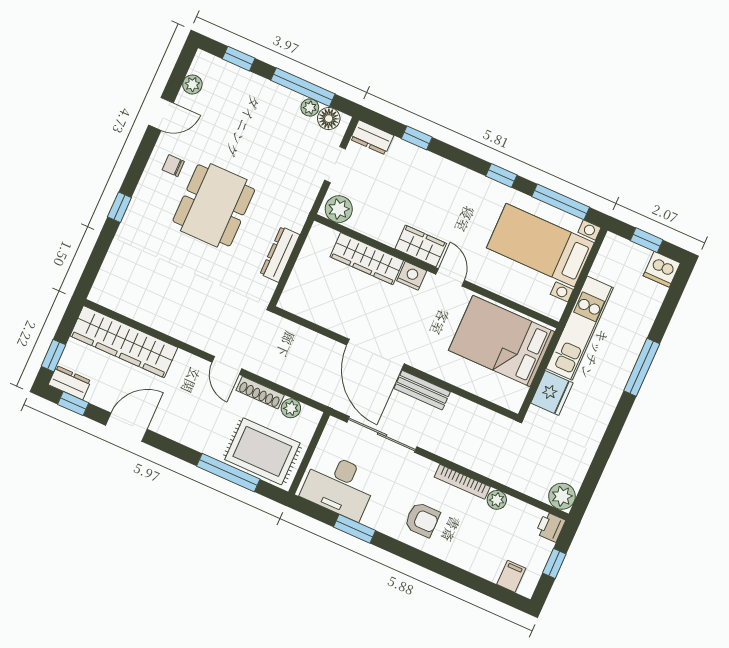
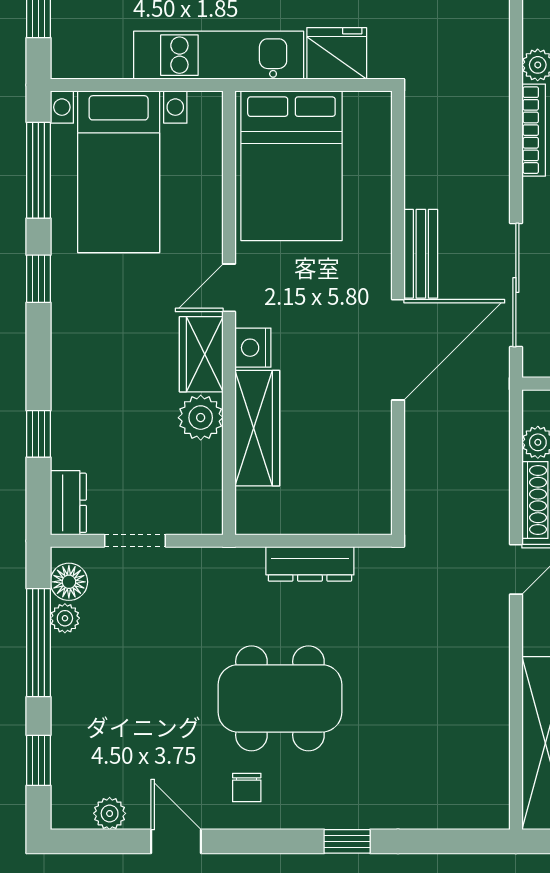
plant: (339, 209) -> (201, 418), moved

